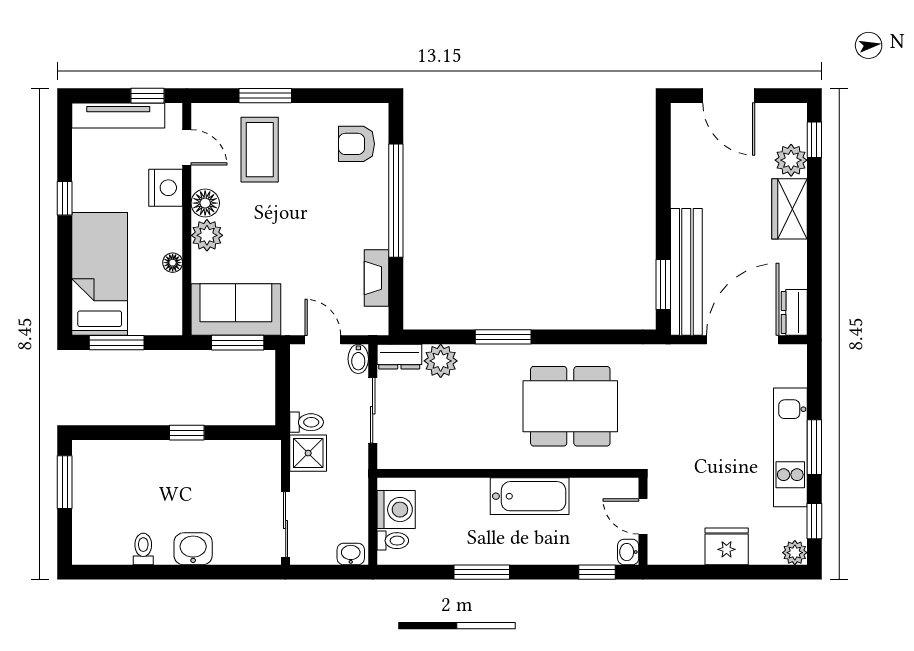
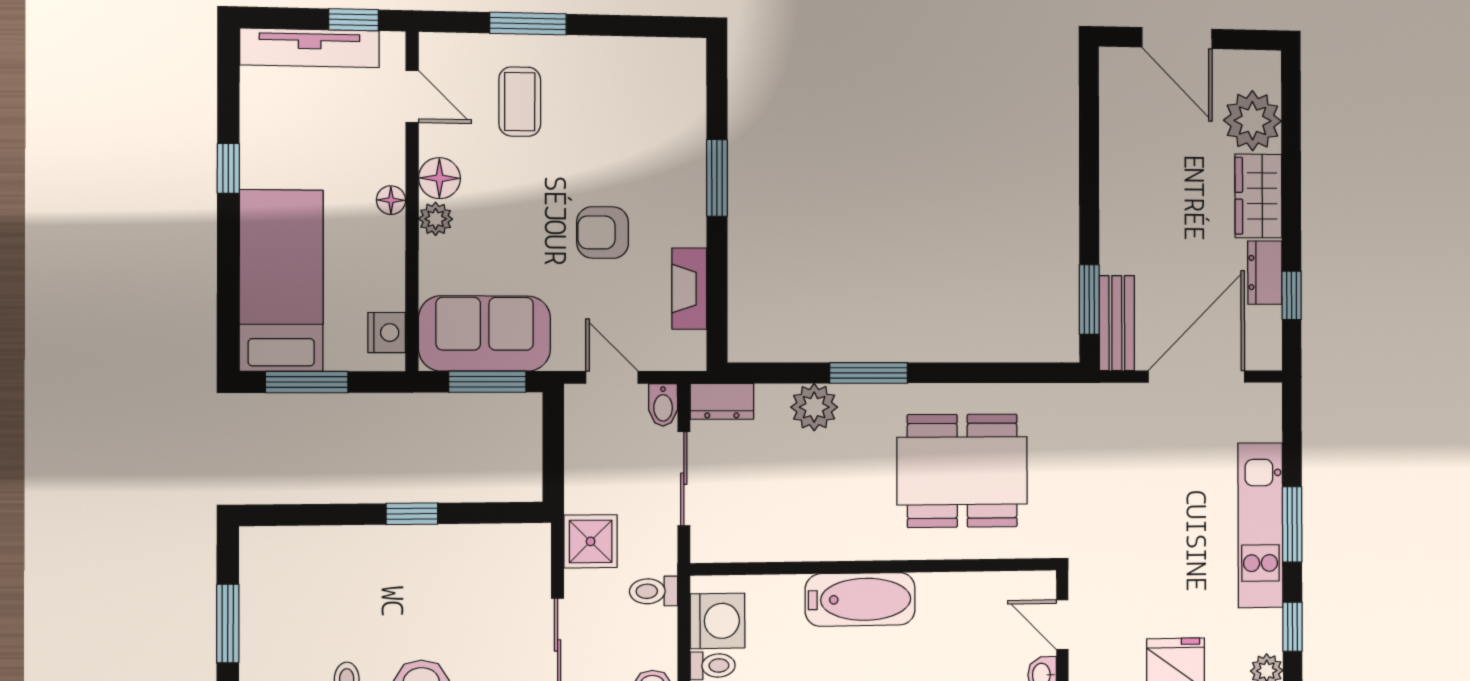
window: (814, 140) -> (1292, 295), moved
armchair: (356, 144) -> (603, 233), moved
coffee table: (260, 150) -> (520, 102), width x0.73, depth x0.77
plant: (791, 160) -> (1252, 121), width x1.36, depth x1.36
nightstand: (166, 188) -> (387, 333), moved, width x0.74, depth x0.75
window: (396, 201) -> (717, 178), width x0.47
plant: (207, 235) -> (436, 219), width x0.73, depth x0.73
floor lamp: (173, 263) -> (391, 200), moved
bench: (686, 272) -> (1117, 323), width x0.54, depth x0.82
dresser: (794, 312) -> (1265, 273), moved
plant: (441, 361) -> (814, 407), moved
toilet: (307, 422) -> (654, 591), moved, turned 180
window: (65, 482) -> (228, 623), moved
bathtub: (530, 496) -> (860, 599), moved

